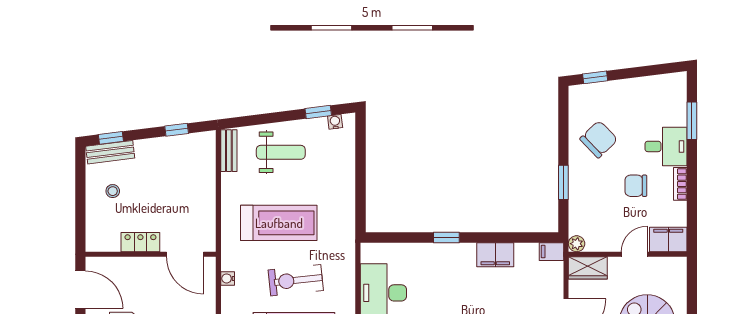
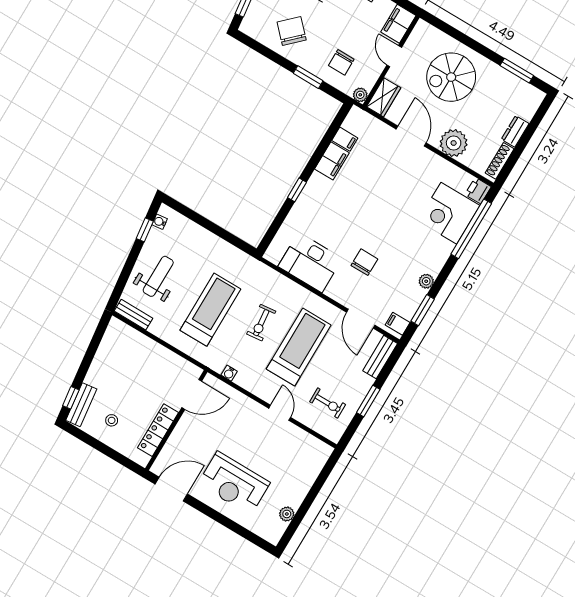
window: (177, 130) -> (94, 345), removed
chair: (636, 186) -> (341, 62), moved
locker: (140, 242) -> (158, 430), width x1.53
filing cabinet: (552, 252) -> (345, 139), moved, turned -90
exercise bike: (296, 280) -> (261, 323), width x0.73, depth x0.72

